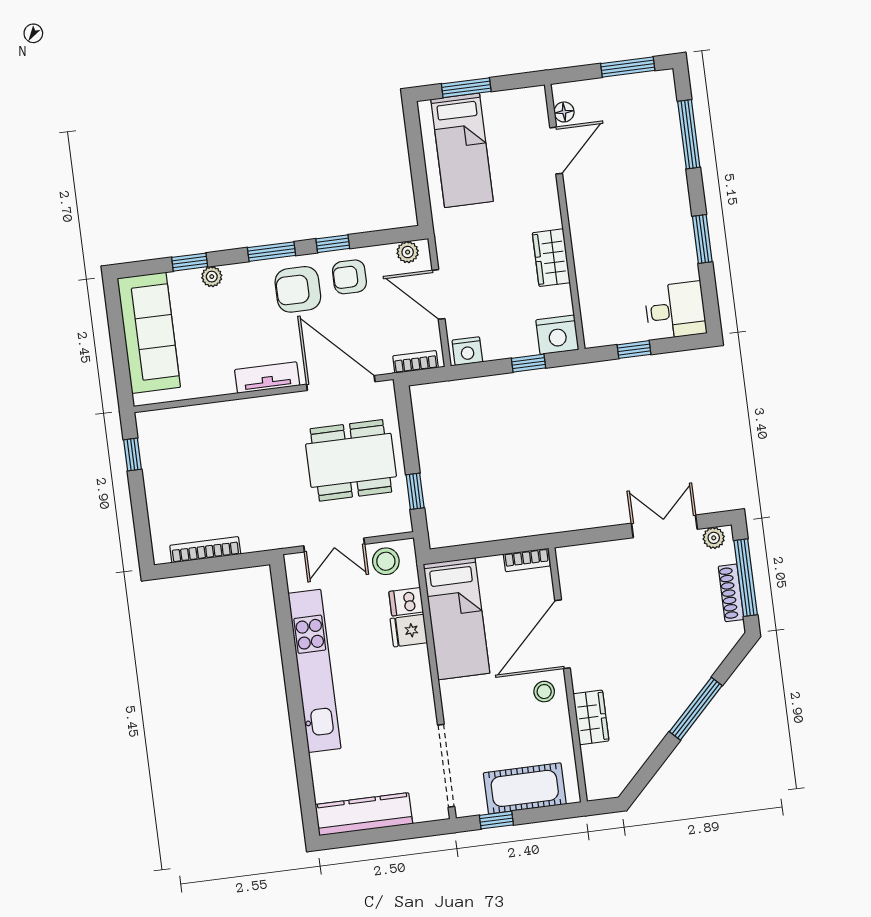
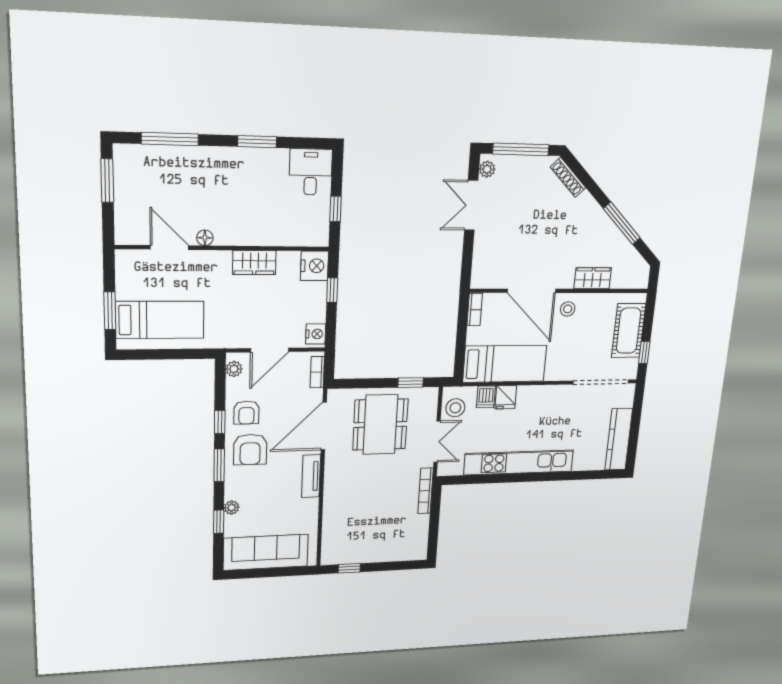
floor lamp: (564, 112) -> (205, 238), moved
bookcase: (205, 550) -> (426, 491), moved
shoe rack: (731, 593) -> (568, 177), moved, turned 45
window: (696, 709) -> (622, 223), moved

